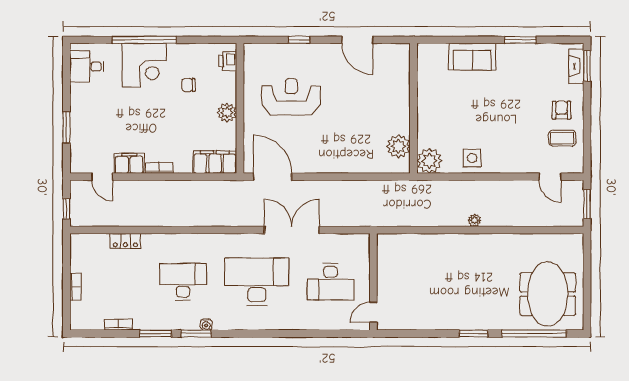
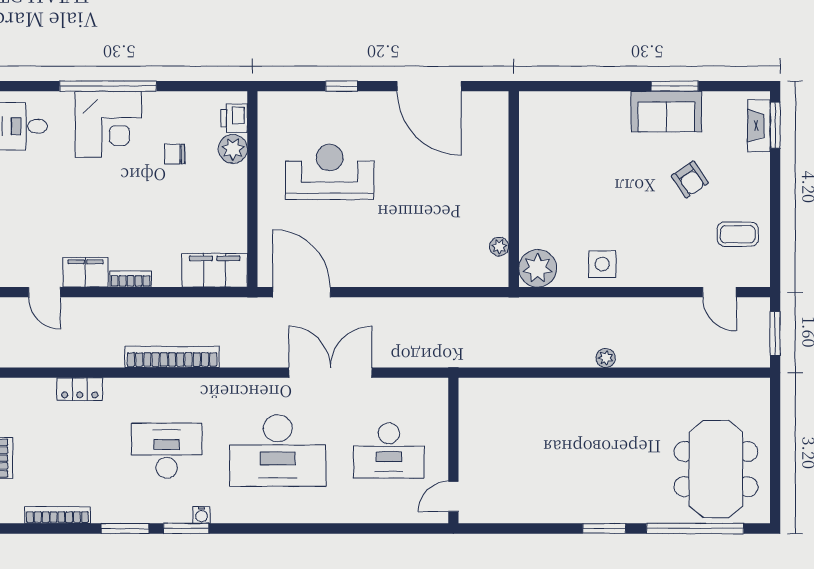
door: (357, 40) -> (429, 86), width x1.36
sofa: (472, 57) -> (666, 111), moved
armchair: (561, 110) -> (690, 179), moved, turned 146
plant: (227, 113) -> (233, 149), moved
plant: (398, 146) -> (499, 247), width x0.53, depth x0.53
bookcase: (187, 220) -> (172, 357), added
desk: (257, 282) -> (278, 451), turned 180
bookcase: (118, 325) -> (57, 515), width x1.56

